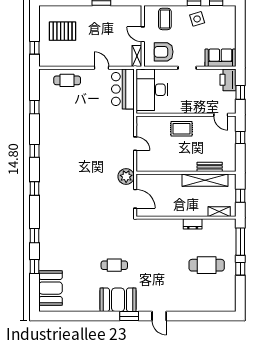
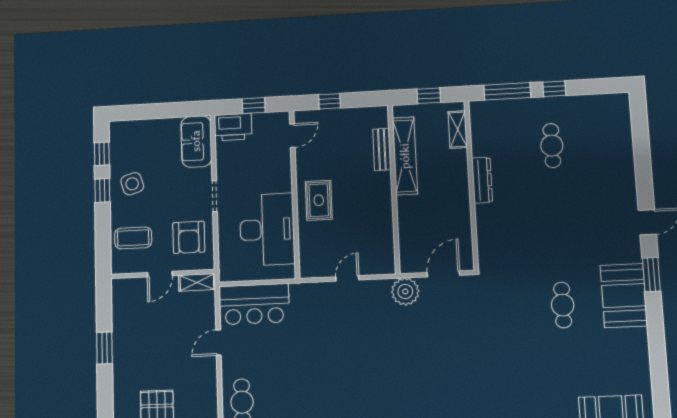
desk: (152, 90) -> (267, 229), moved, turned -90
dresser: (193, 224) -> (482, 180), width x1.44
cafe table: (207, 265) -> (552, 146), width x0.73, depth x0.74

